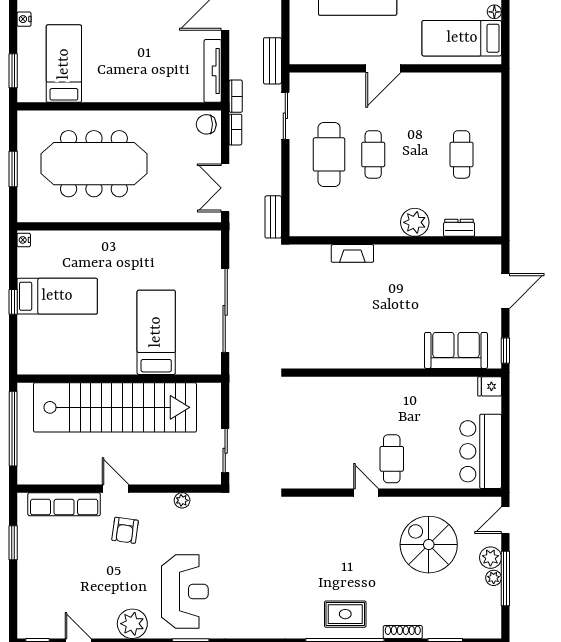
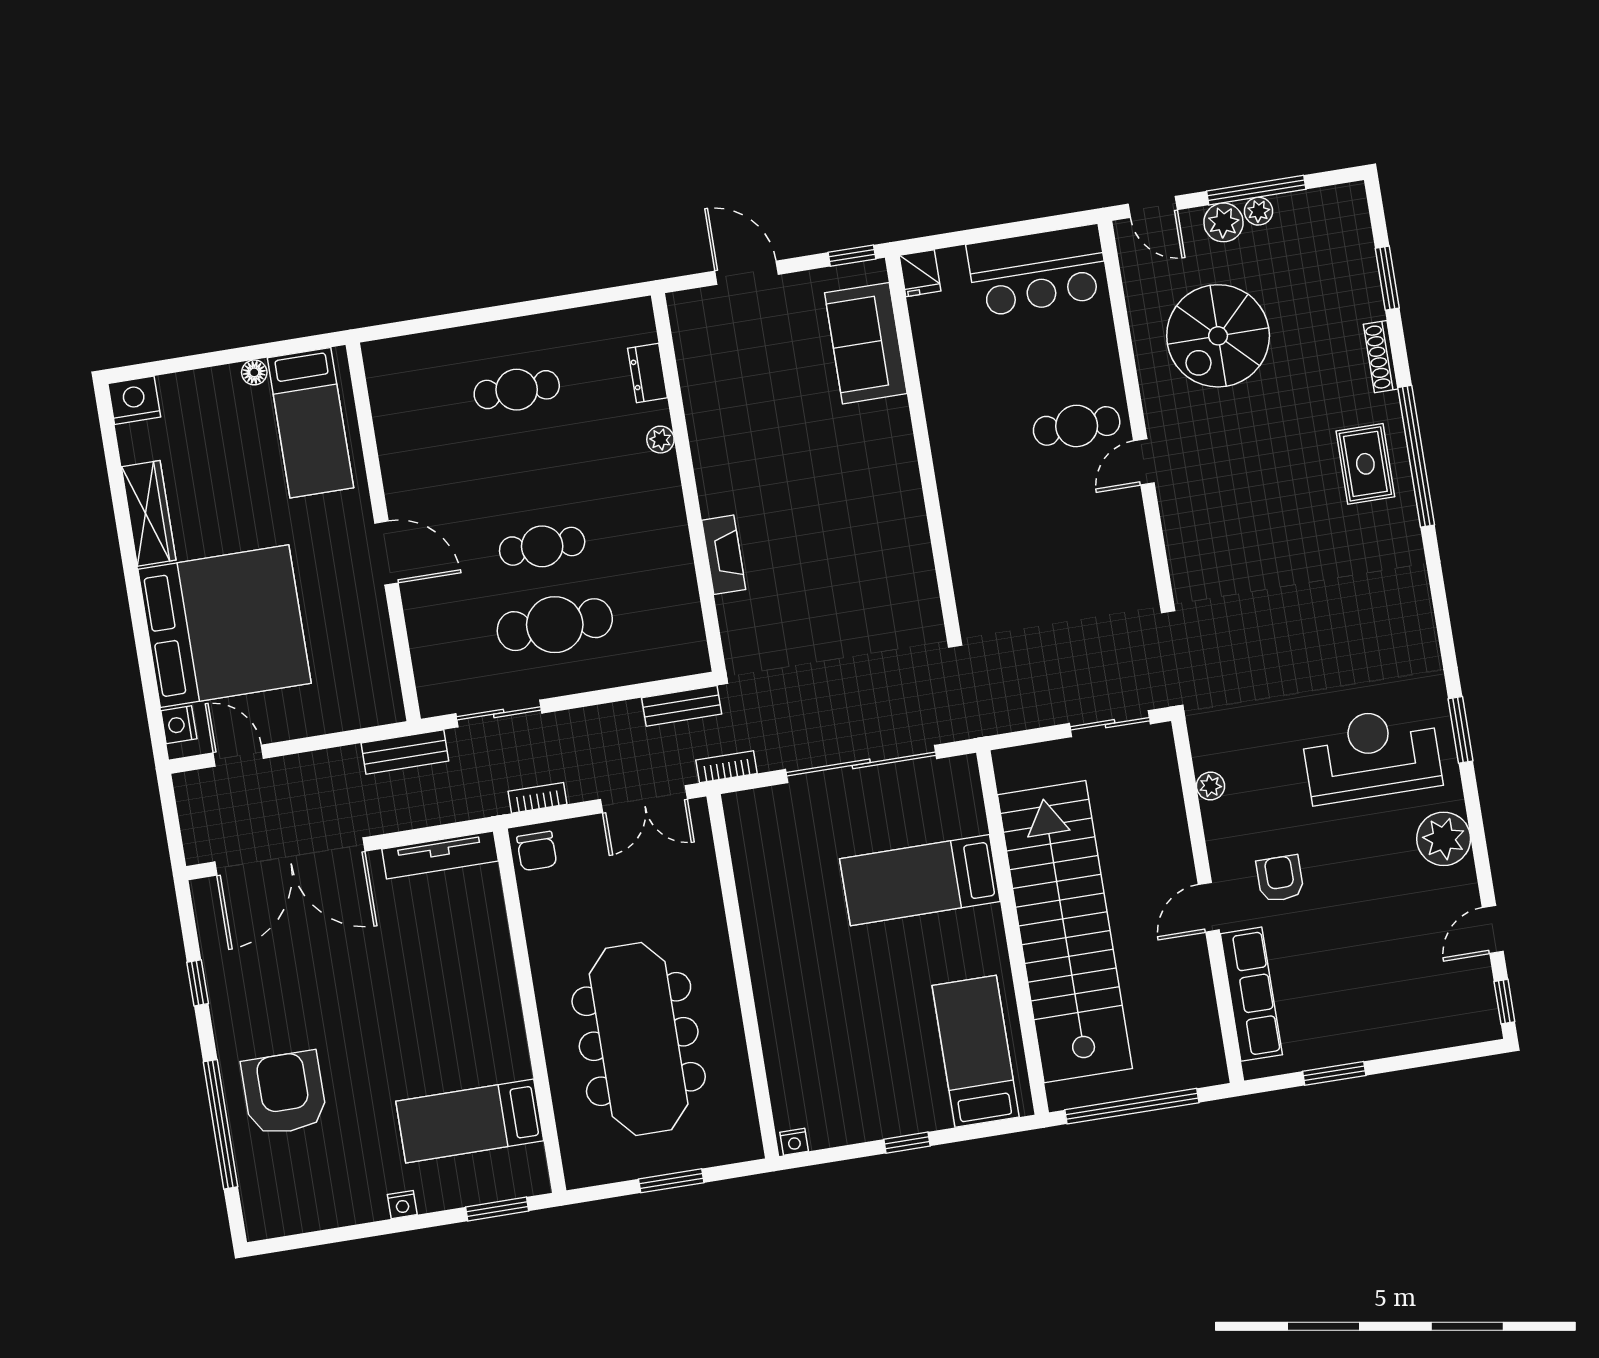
bookcase: (236, 96) -> (727, 767), moved
plant: (415, 222) -> (660, 440), width x0.53, depth x0.53
bed: (57, 296) -> (976, 1051), moved
armchair: (125, 530) -> (1280, 879), turned -98

